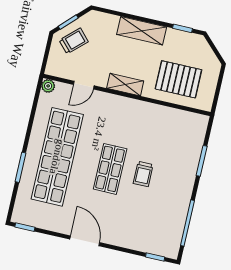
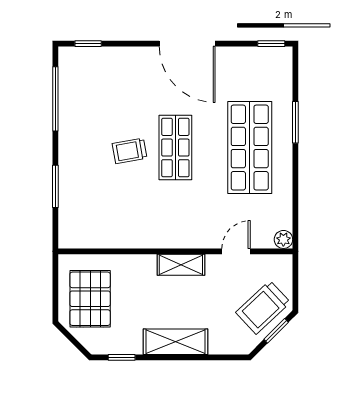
trolley: (74, 41) -> (263, 307), width x1.36, depth x1.39
pallet: (178, 79) -> (90, 299), moved, turned 90
shop shelf: (57, 157) -> (250, 148), width x0.71
trolley: (143, 174) -> (130, 151), turned -100
door: (85, 241) -> (187, 44), width x1.36

